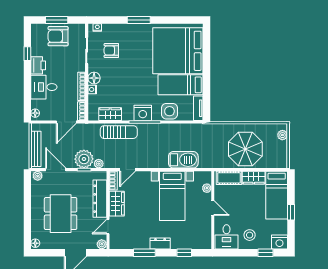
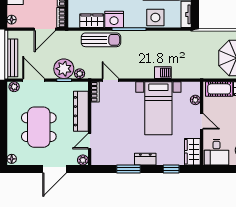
nightstand: (143, 113) -> (114, 19), moved
barbecue: (183, 160) -> (163, 73), width x0.53, depth x0.65
door: (127, 170) -> (110, 80), swing flipped
wardrobe: (117, 204) -> (192, 152), moved, turned 180

